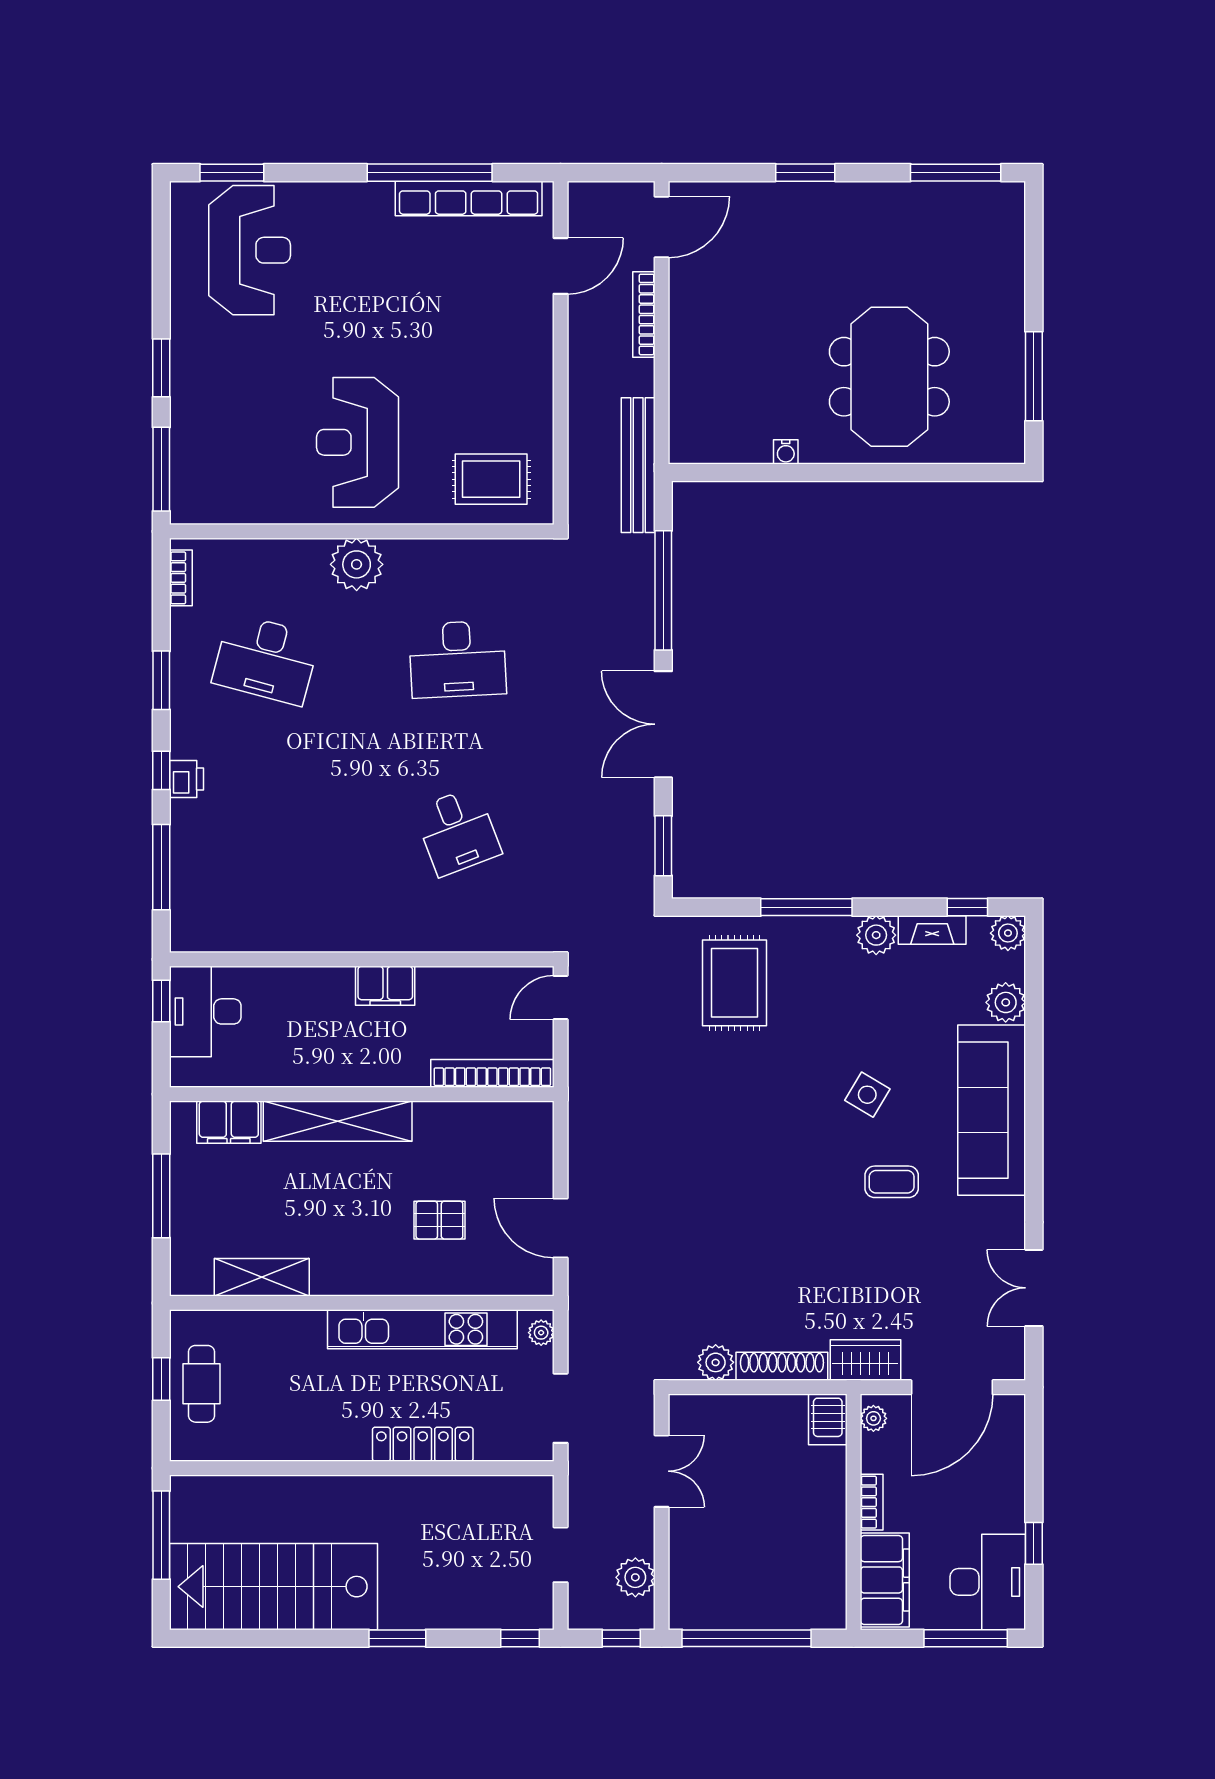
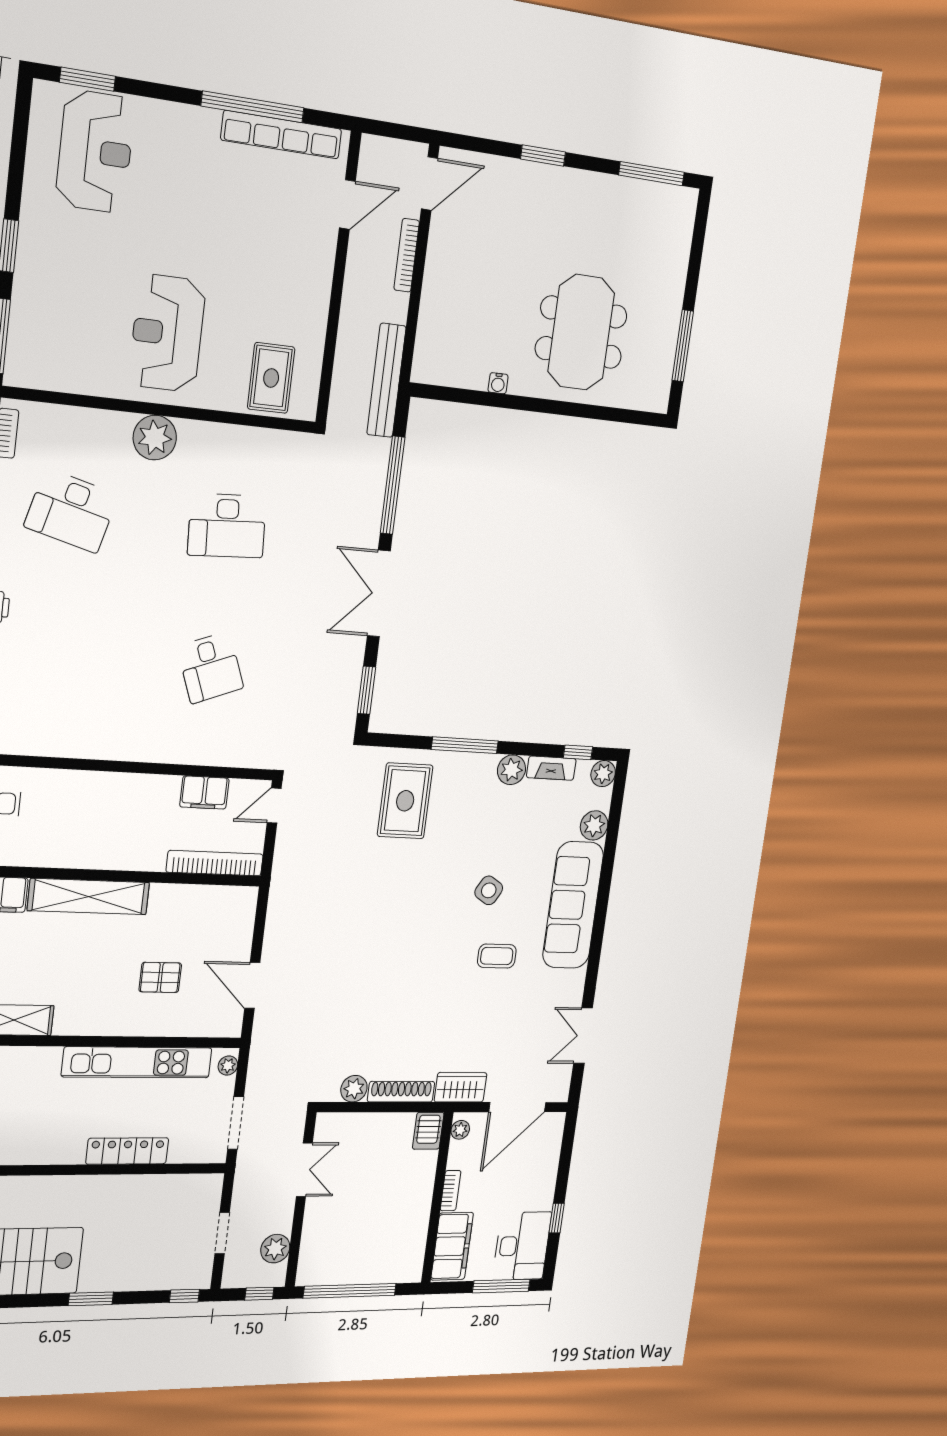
rug: (491, 479) -> (271, 378), turned 90
filing cabinet: (385, 986) -> (204, 793), moved

